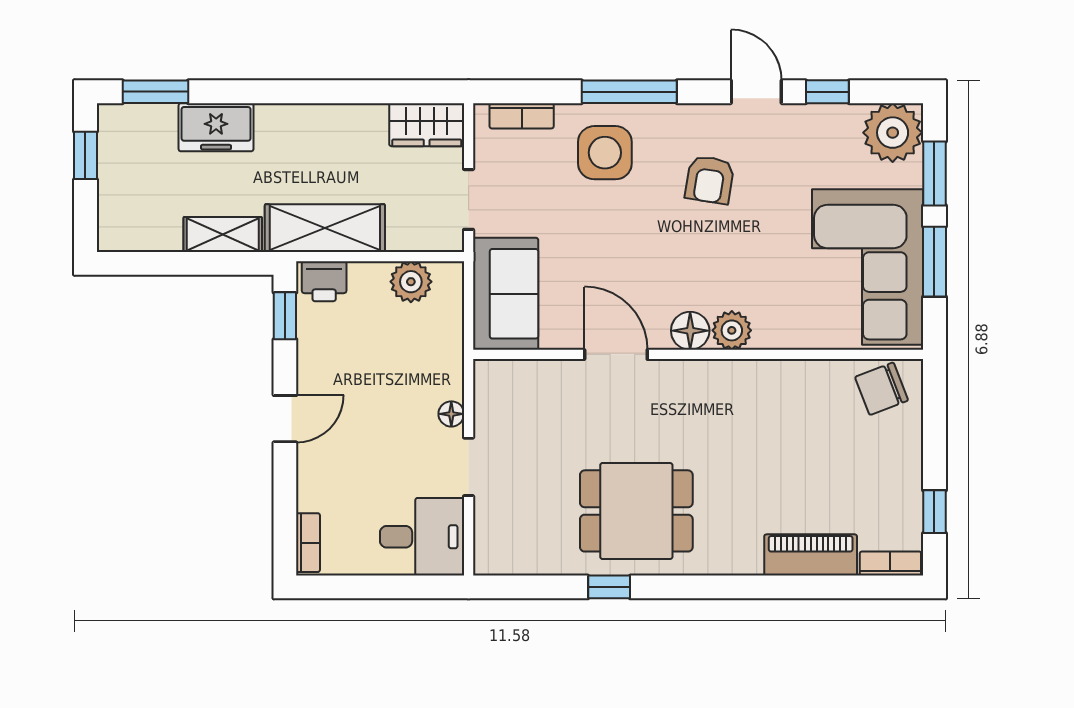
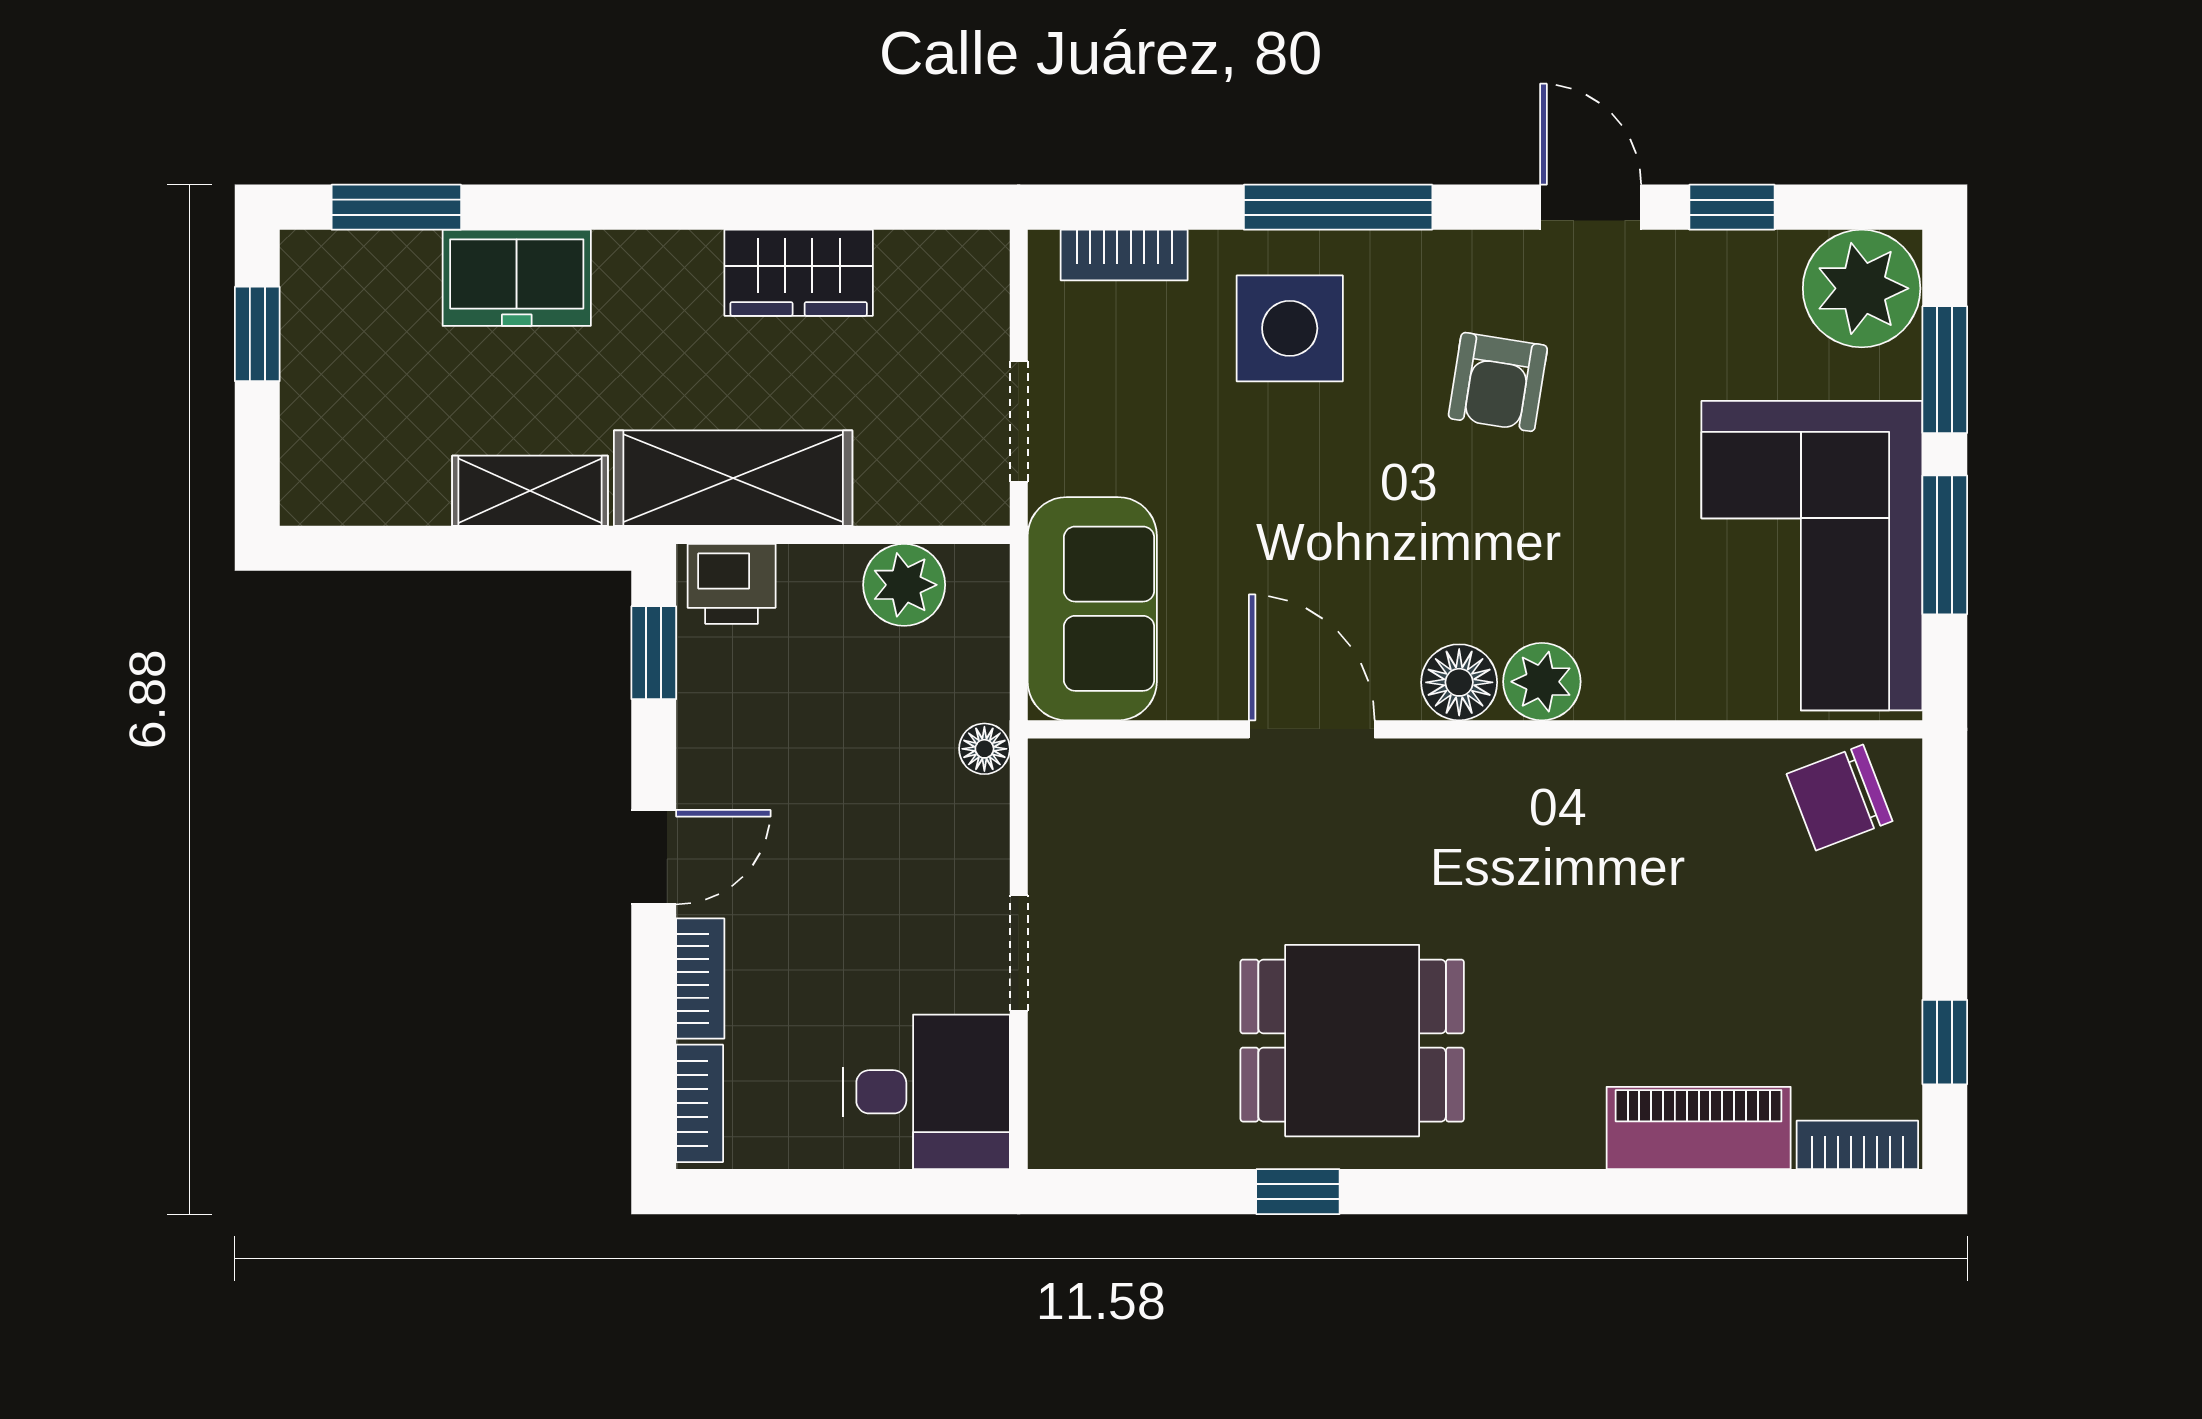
wardrobe: (427, 125) -> (799, 273), moved
floor lamp: (451, 414) -> (984, 749), moved
bookcase: (308, 480) -> (700, 979), added

